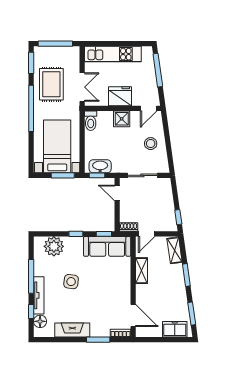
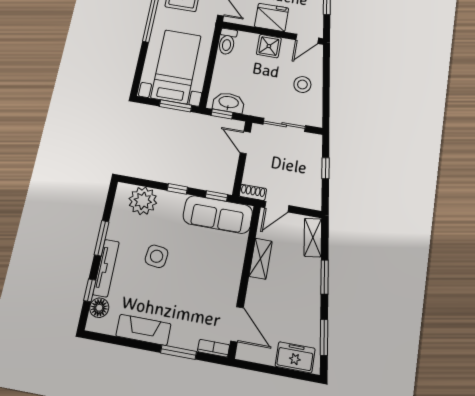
window: (178, 217) -> (325, 168), moved
window: (31, 276) -> (101, 238), width x0.69

